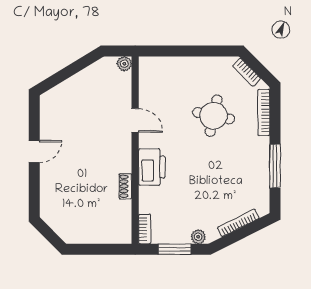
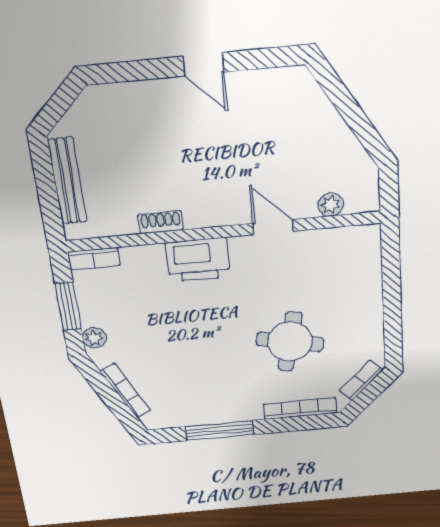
plant: (124, 64) -> (331, 205), moved
door: (135, 120) -> (273, 227), swing flipped
bench: (94, 237) -> (67, 181), added

